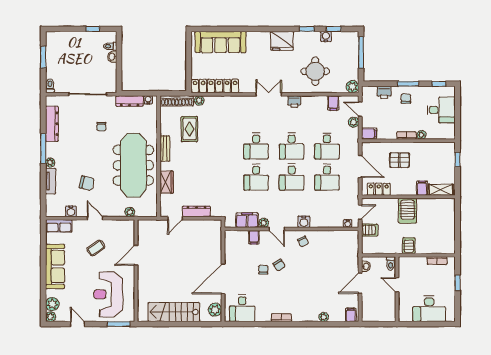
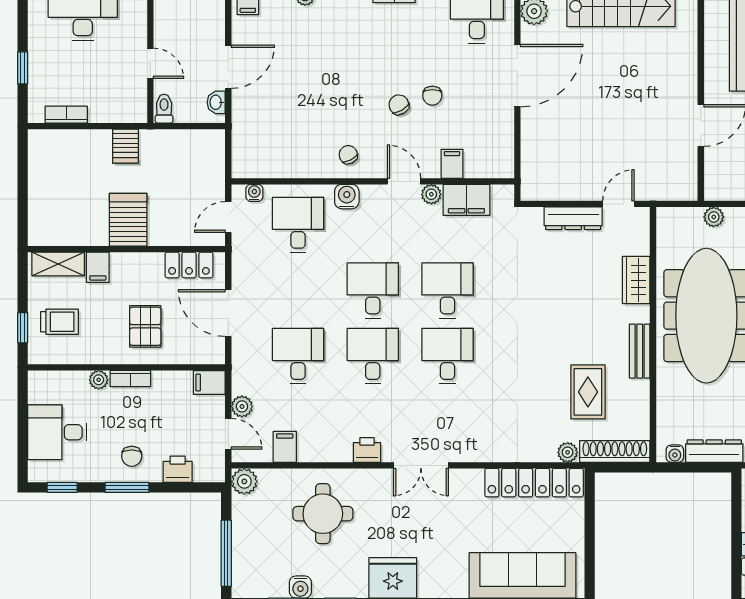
pallet: (399, 160) -> (145, 326), turned 90
trolley: (440, 162) -> (60, 322), added
desk: (327, 177) -> (298, 225), moved
server rack: (370, 230) -> (208, 179), removed

